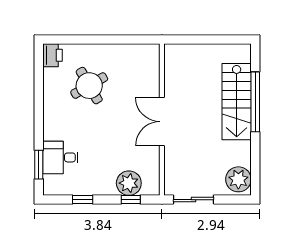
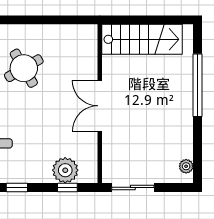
stairs: (237, 102) -> (142, 39), moved, turned -90
plant: (238, 179) -> (186, 166), width x0.53, depth x0.53

